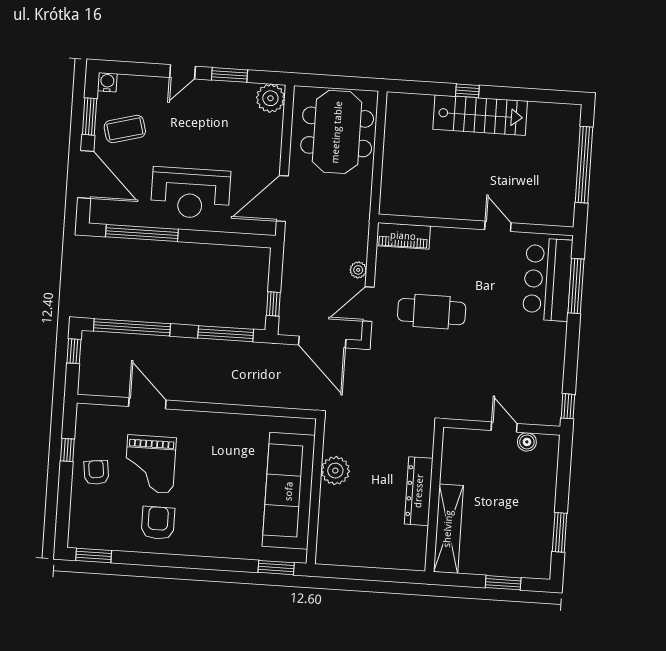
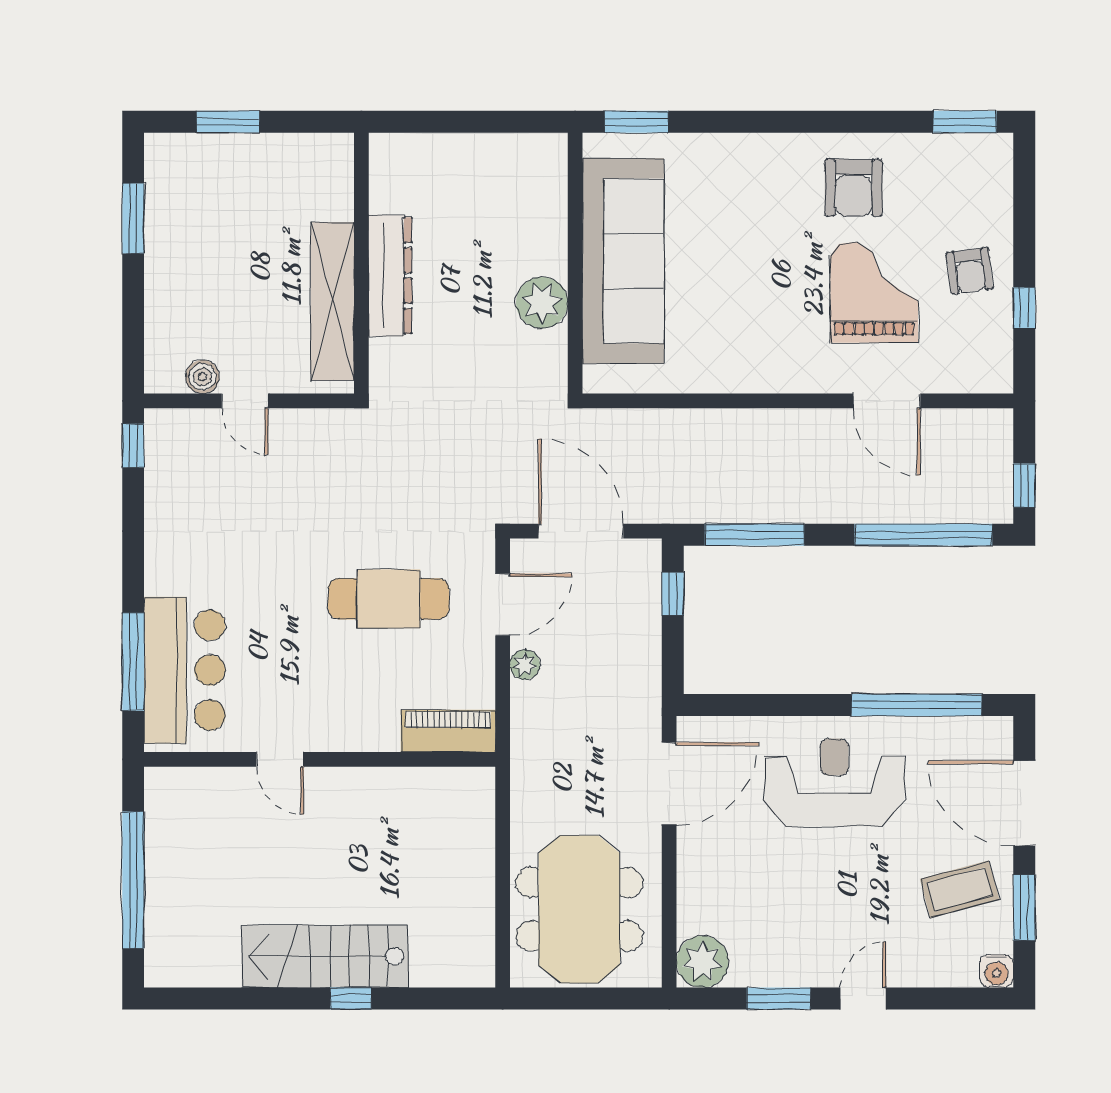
shelving: (448, 529) -> (332, 301), moved

